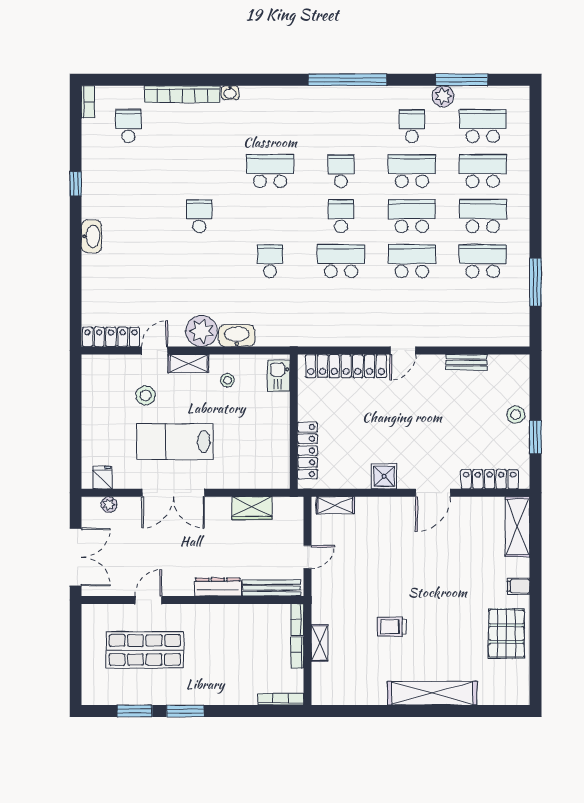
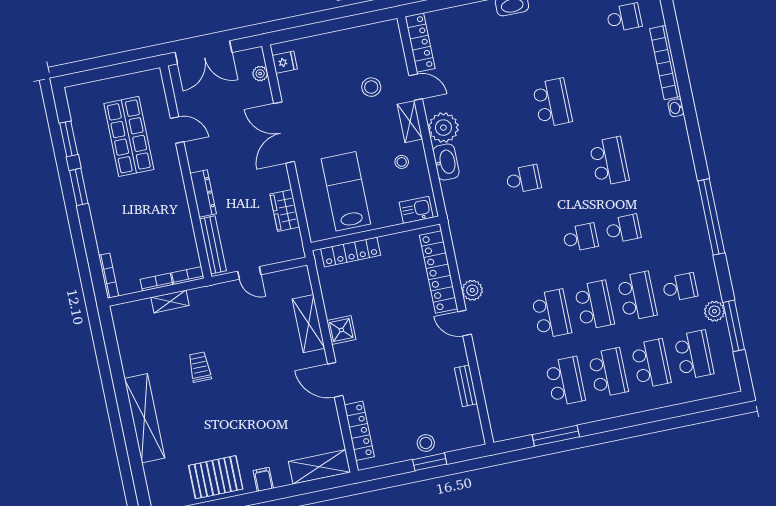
school desk: (199, 216) -> (552, 103), width x1.85
school desk: (341, 261) -> (537, 247), removed
plant: (371, 336) -> (472, 290), added
window: (535, 437) -> (430, 462), moved
lab bench: (175, 442) -> (346, 191), moved
shelving: (335, 505) -> (308, 324), moved, width x1.50, depth x1.33

